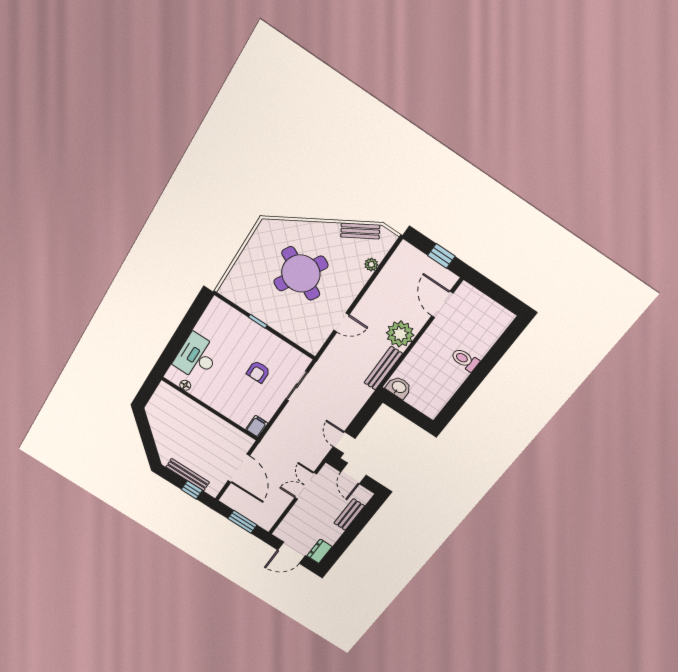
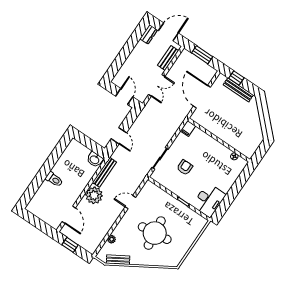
round table: (301, 274) -> (155, 233), turned -35
desk: (197, 357) -> (209, 200), moved
door: (344, 443) -> (119, 136), moved
bench: (349, 515) -> (168, 58), moved

